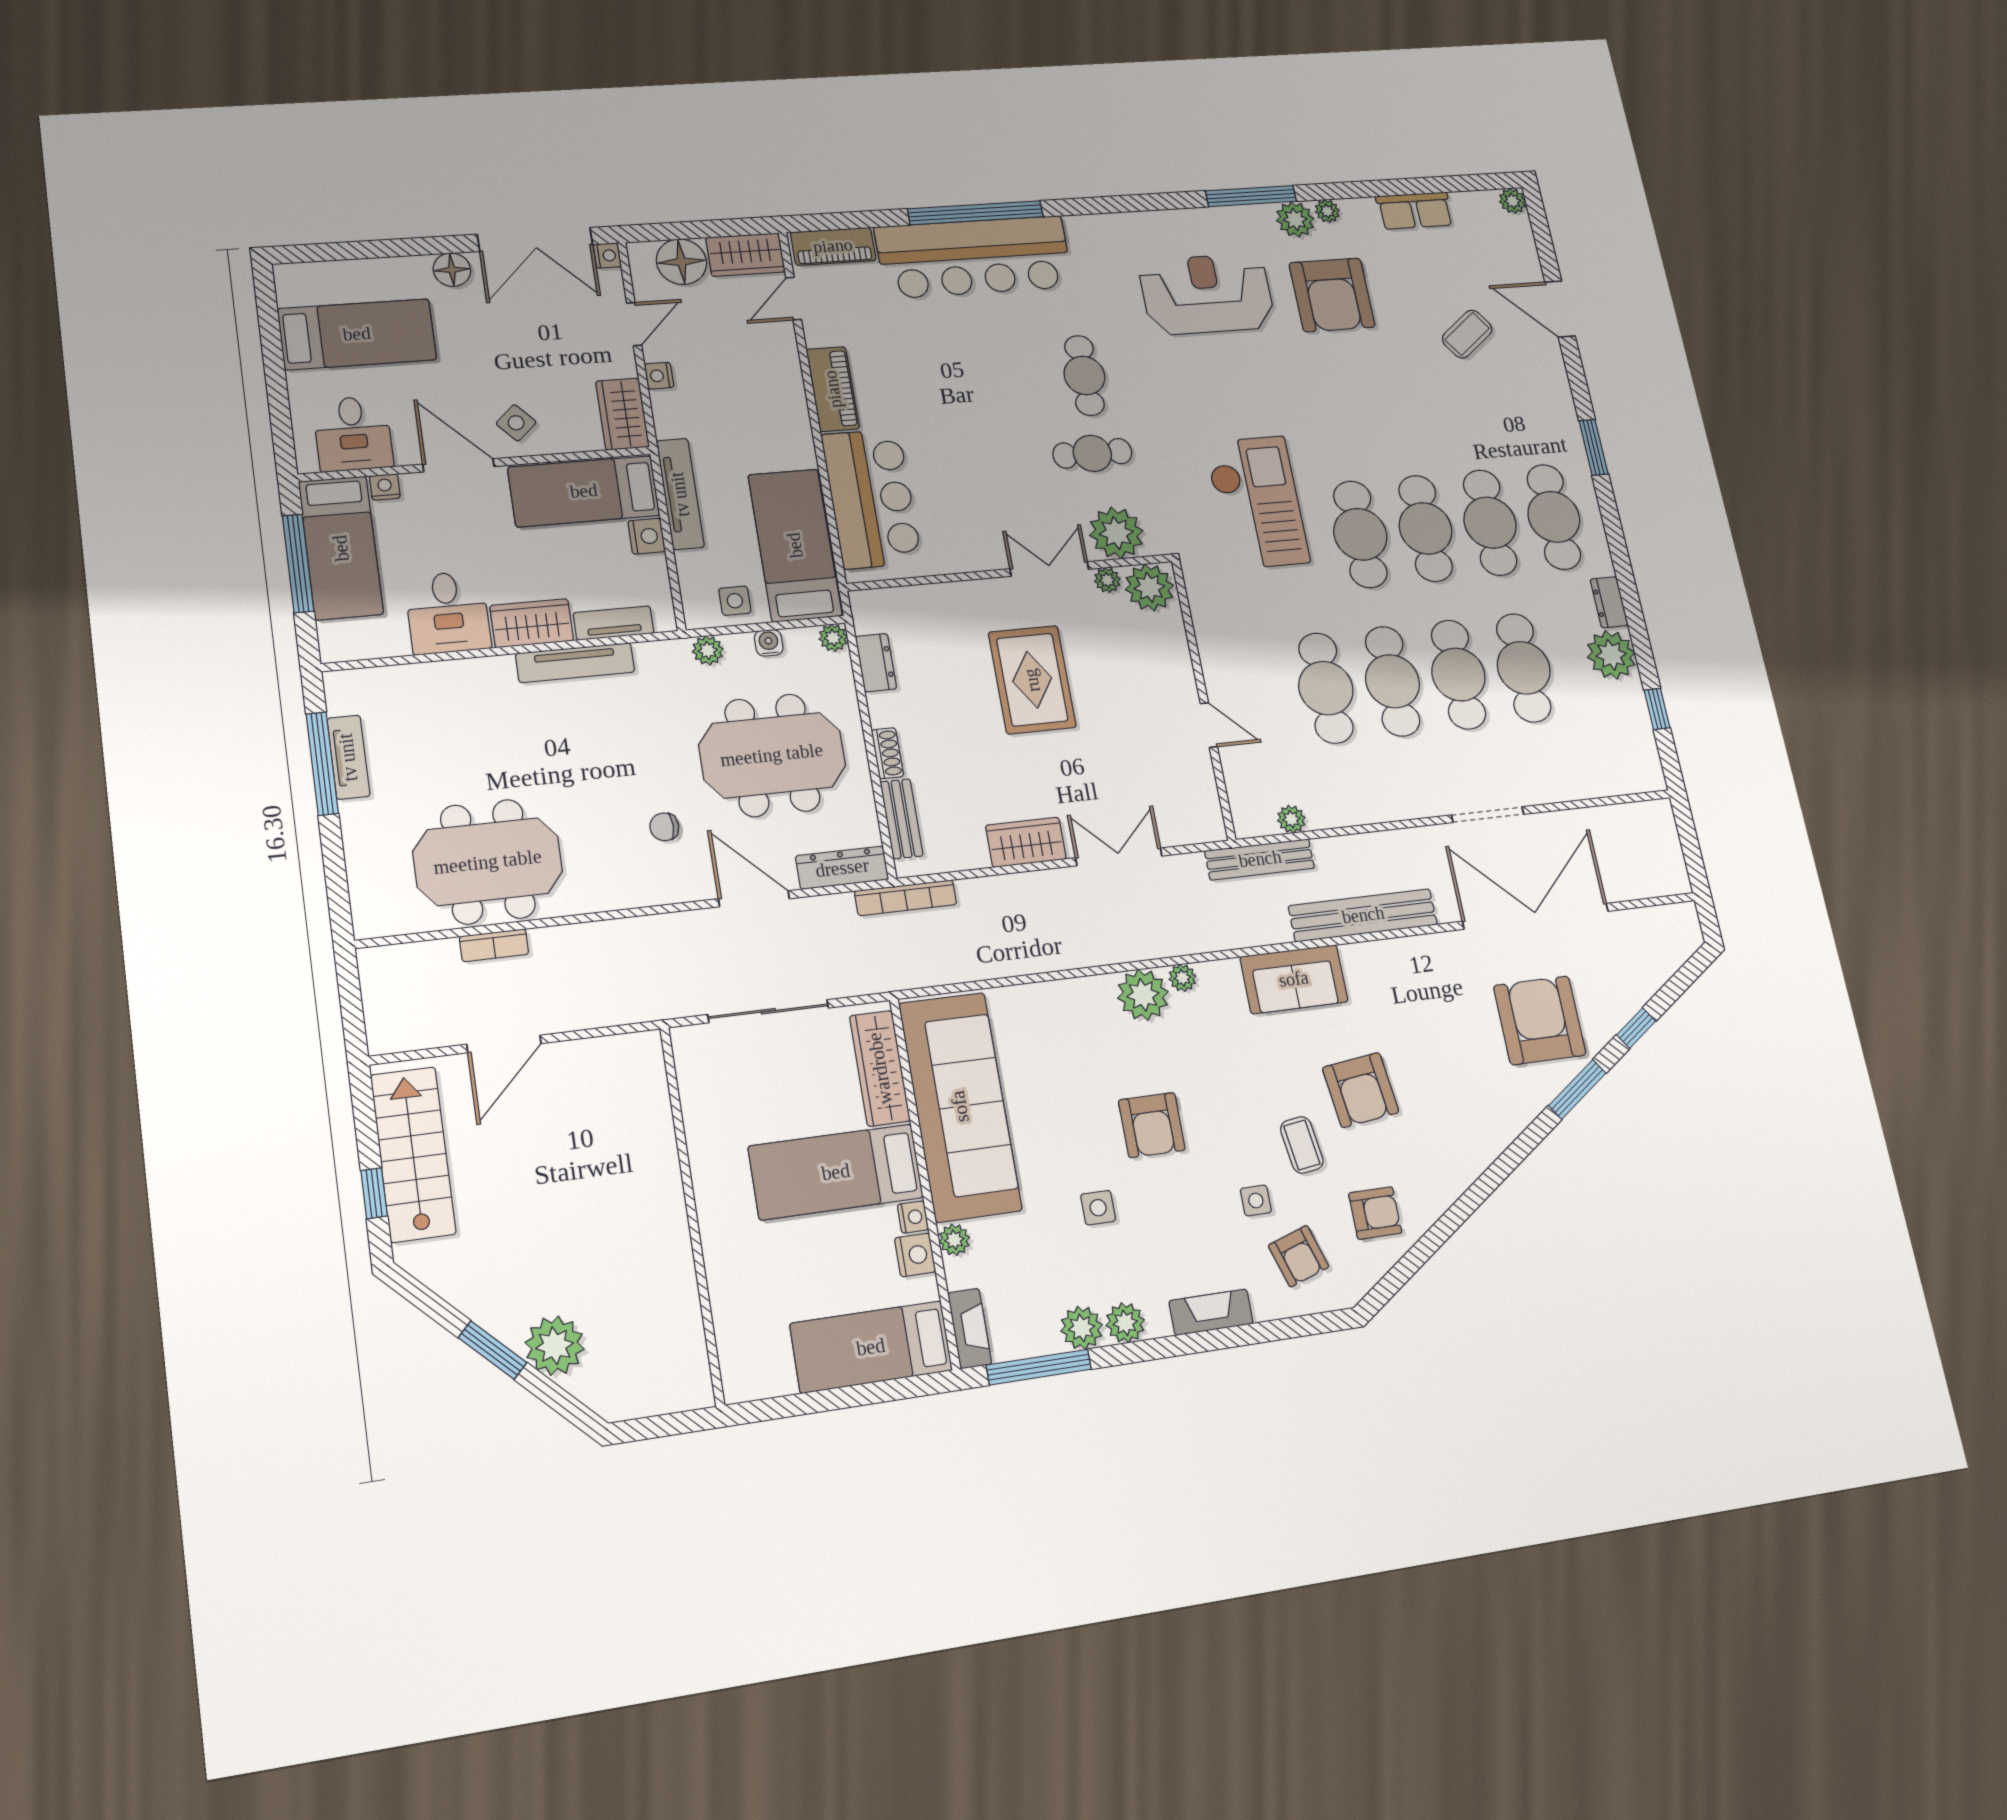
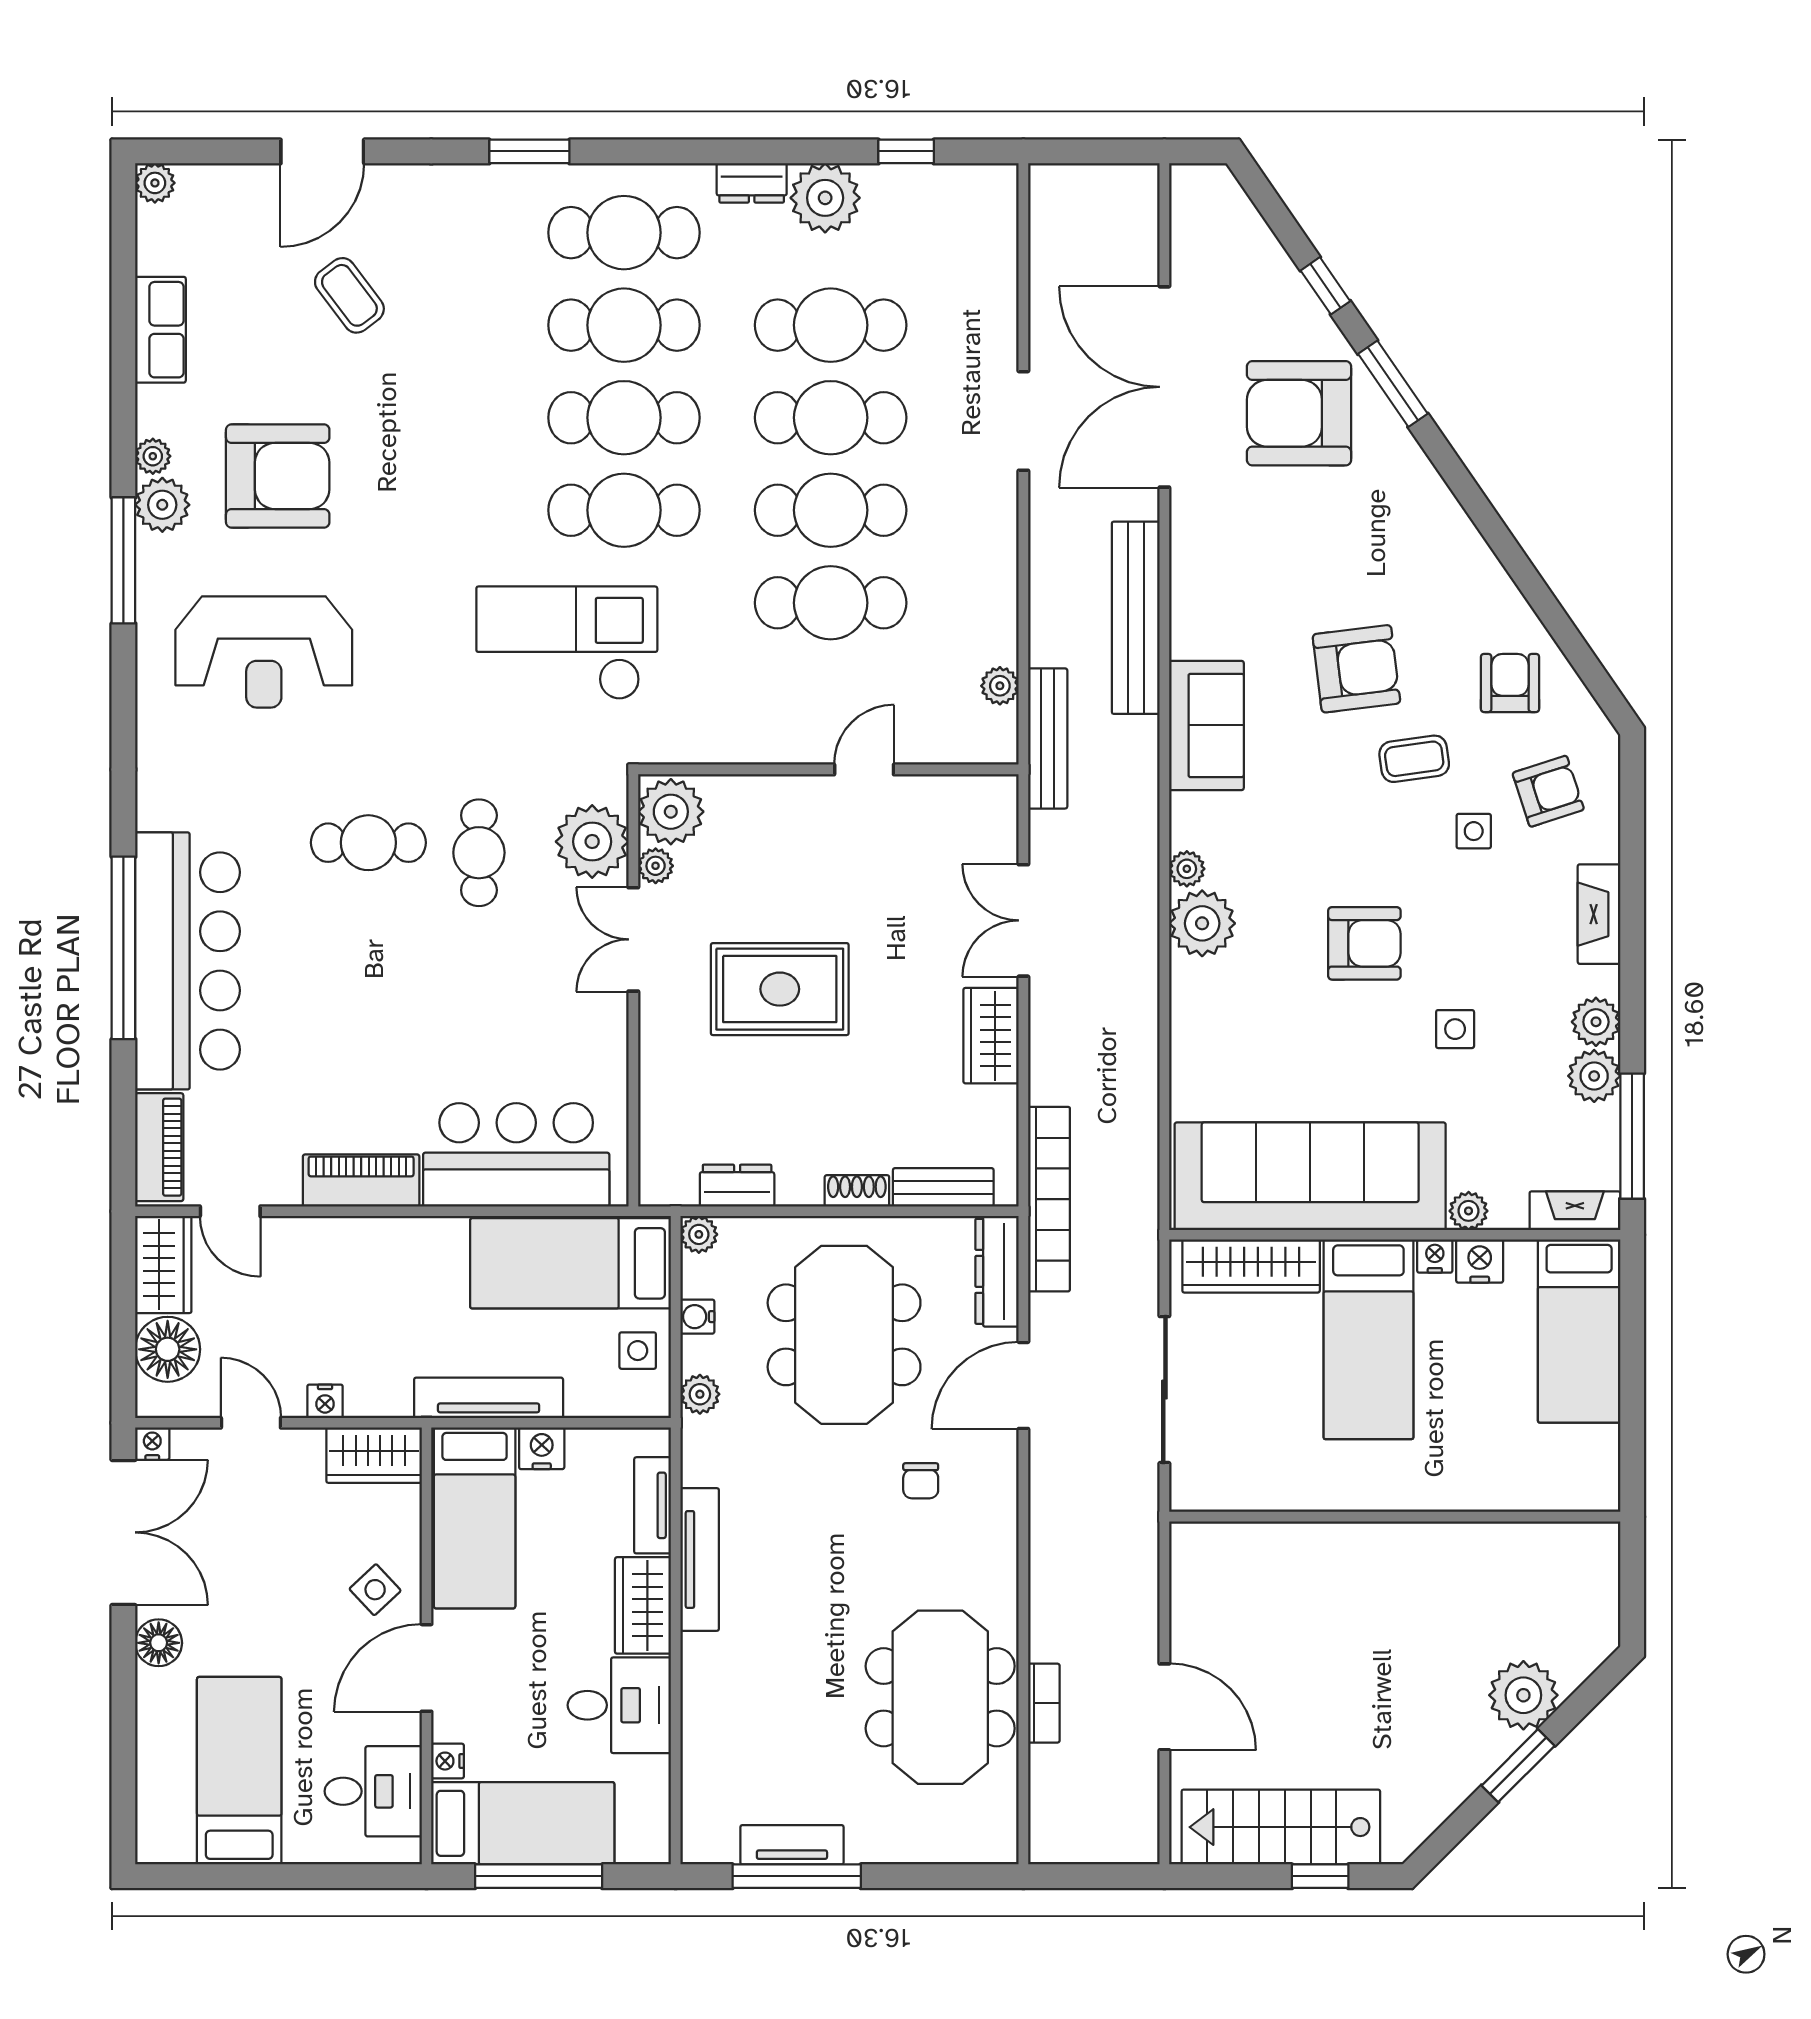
reception desk: (1207, 294) -> (264, 652), turned -90
bookcase: (906, 898) -> (1049, 1199), width x1.48, depth x1.31

